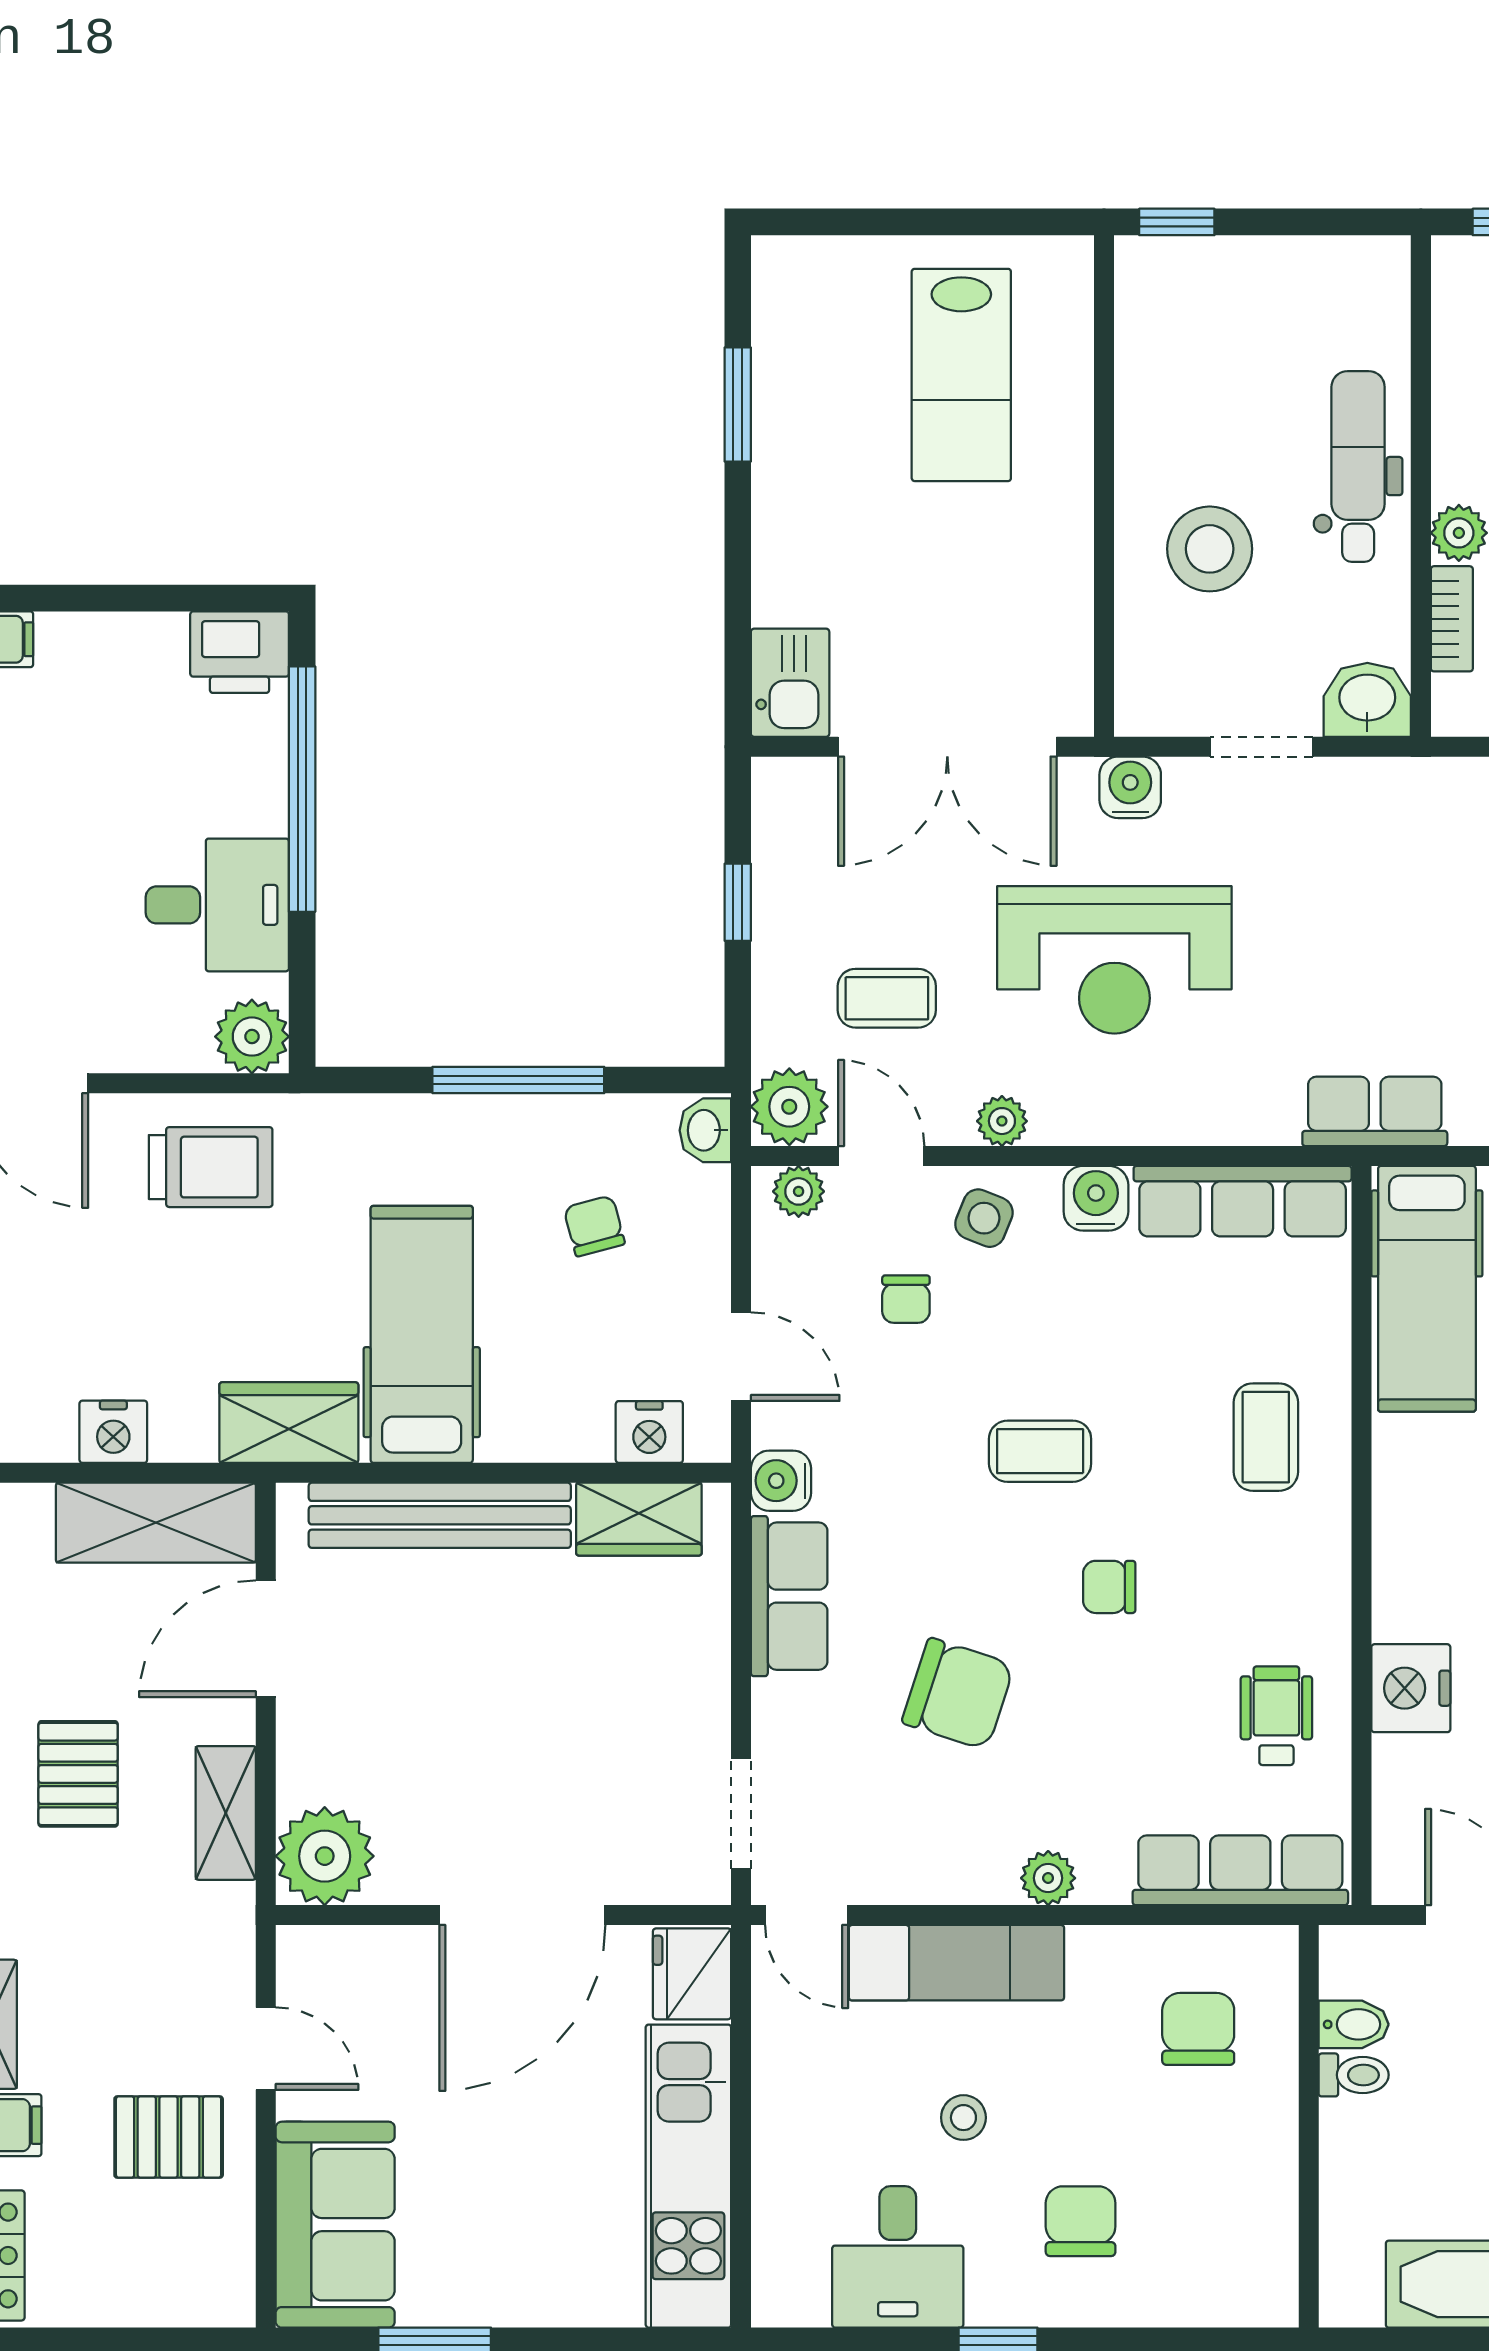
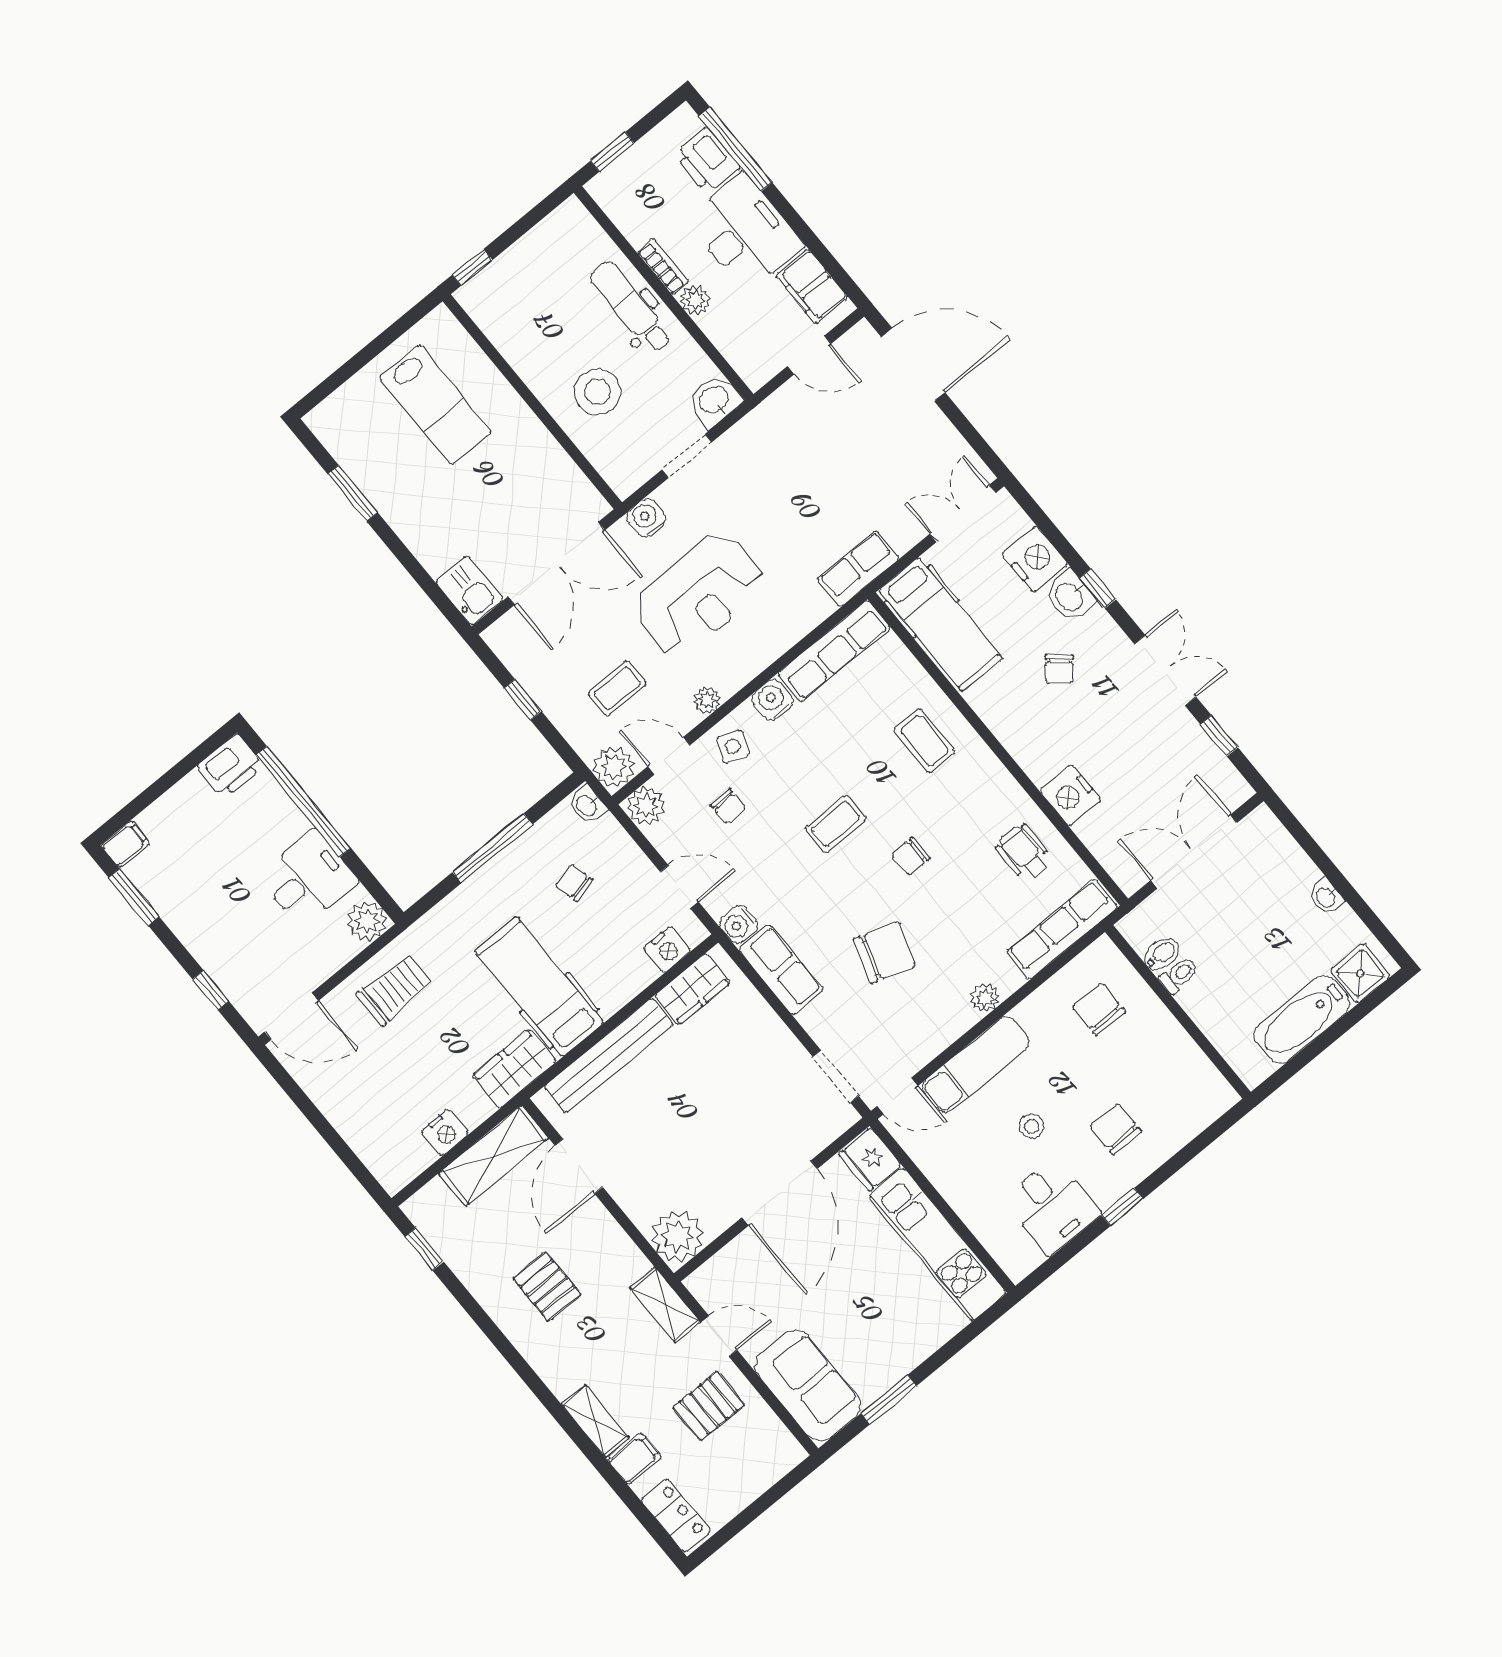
bookcase: (1452, 619) -> (663, 267), moved
plant: (799, 1191) -> (646, 806), width x1.38, depth x1.38
shelving: (226, 1813) -> (665, 1305), moved

